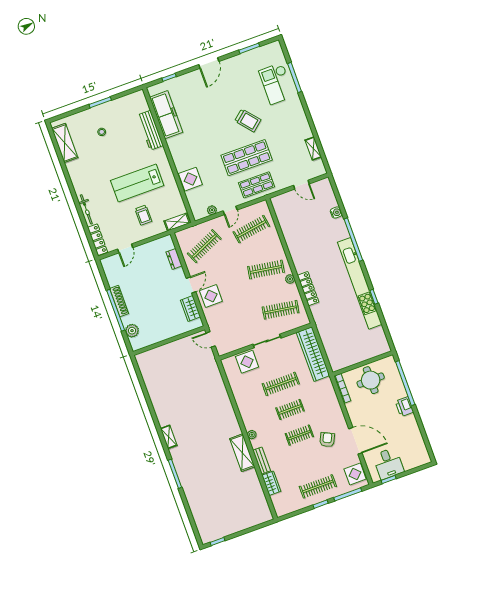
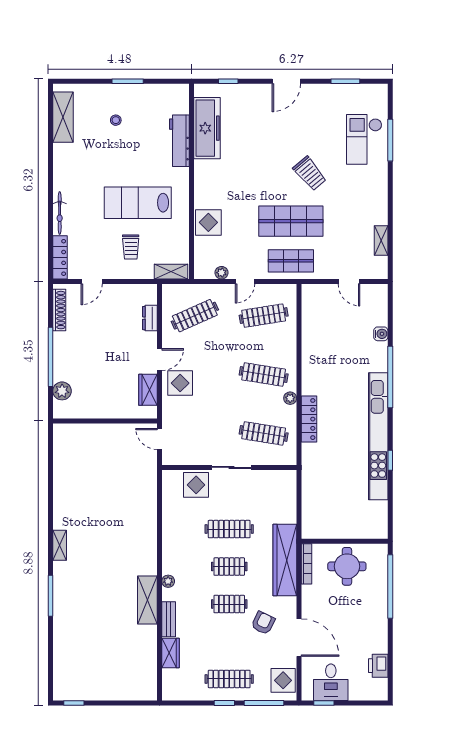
shoe rack: (119, 301) -> (59, 310), moved
wardrobe: (313, 354) -> (285, 560), moved
printer: (404, 407) -> (378, 666), moved

